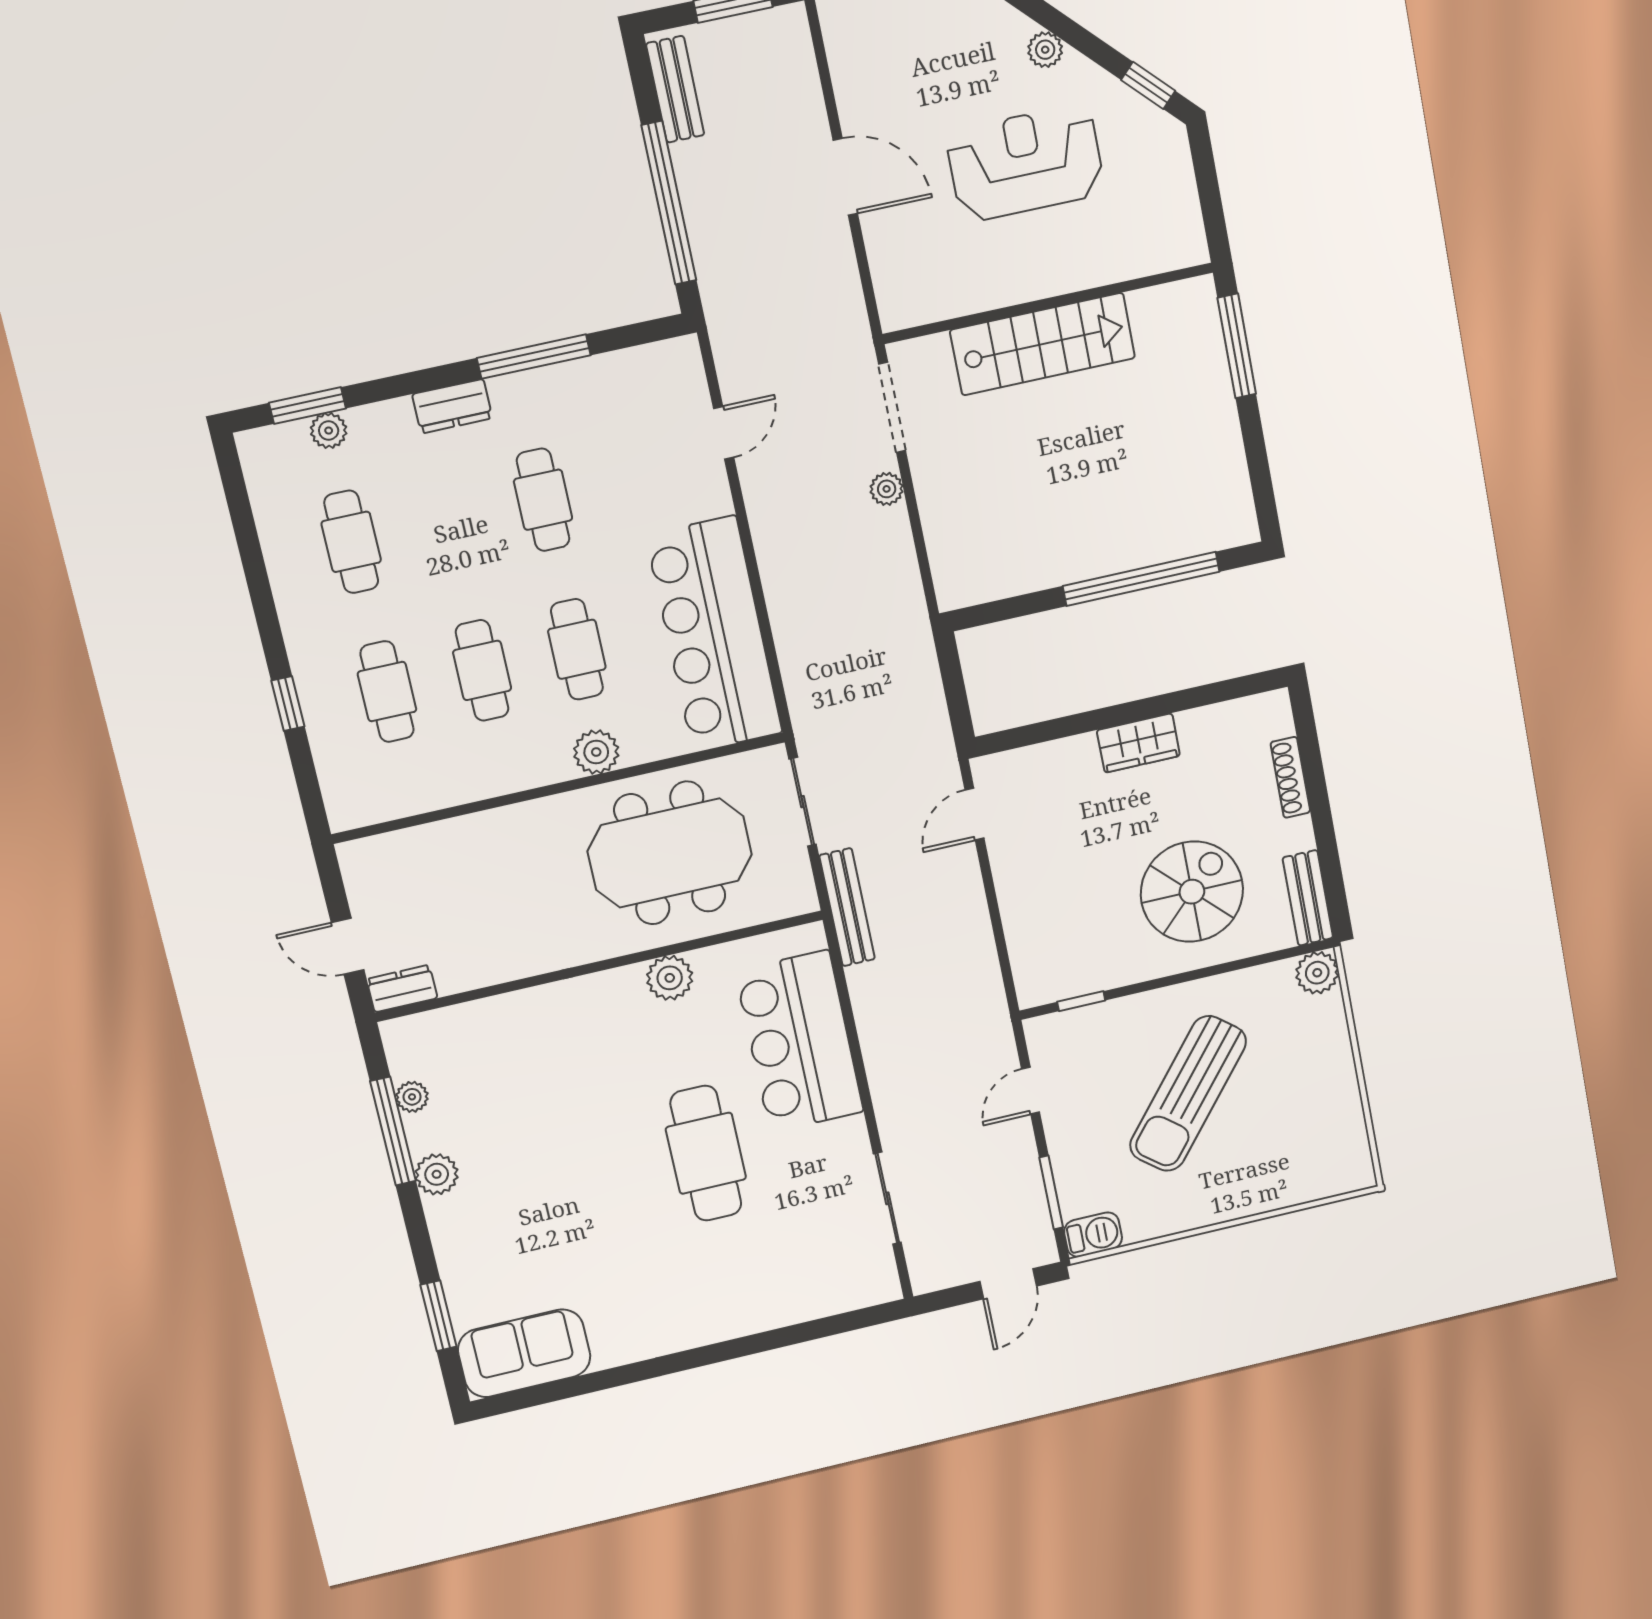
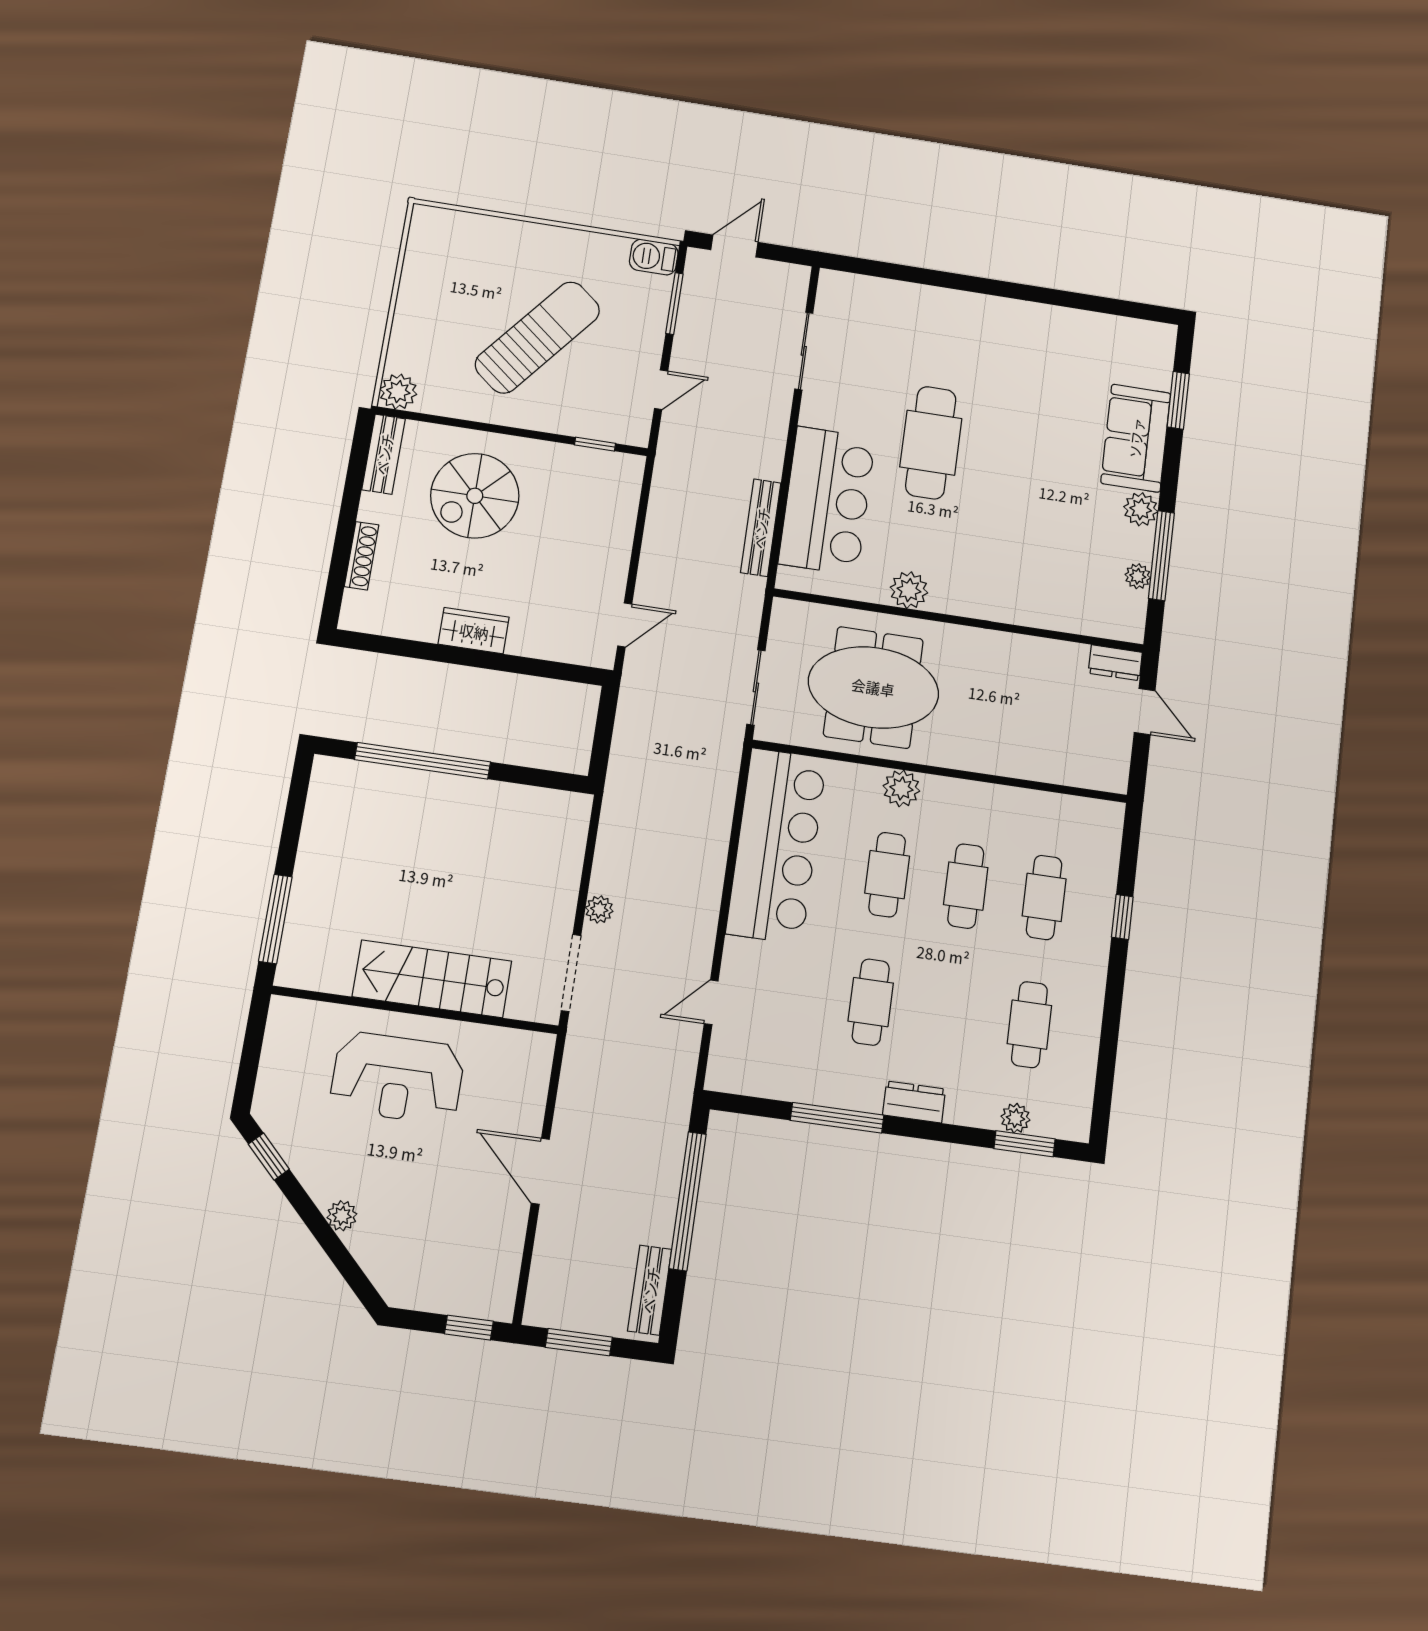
reception desk: (1025, 163) -> (397, 1078), moved
bench: (847, 907) -> (761, 528), moved
sofa: (524, 1353) -> (1136, 438), moved, turned 90

